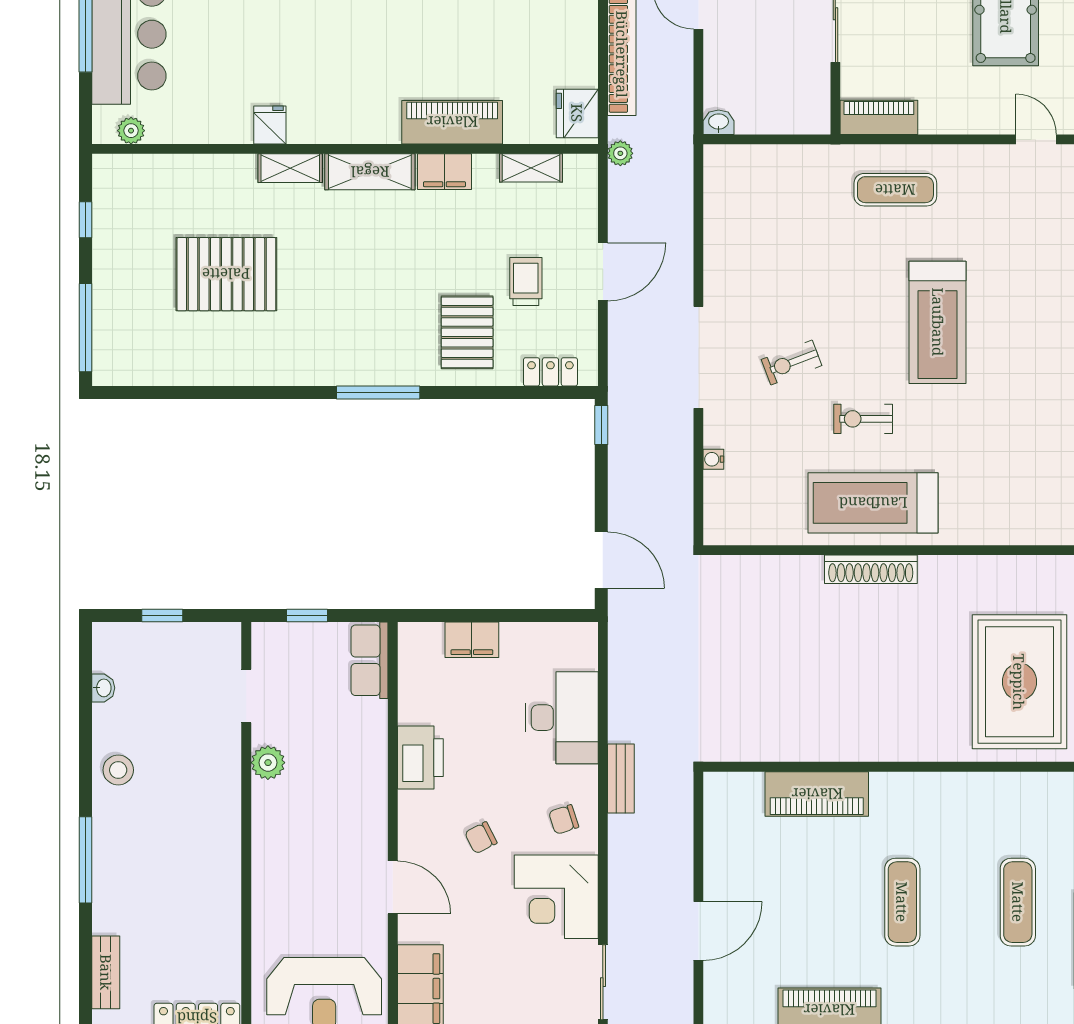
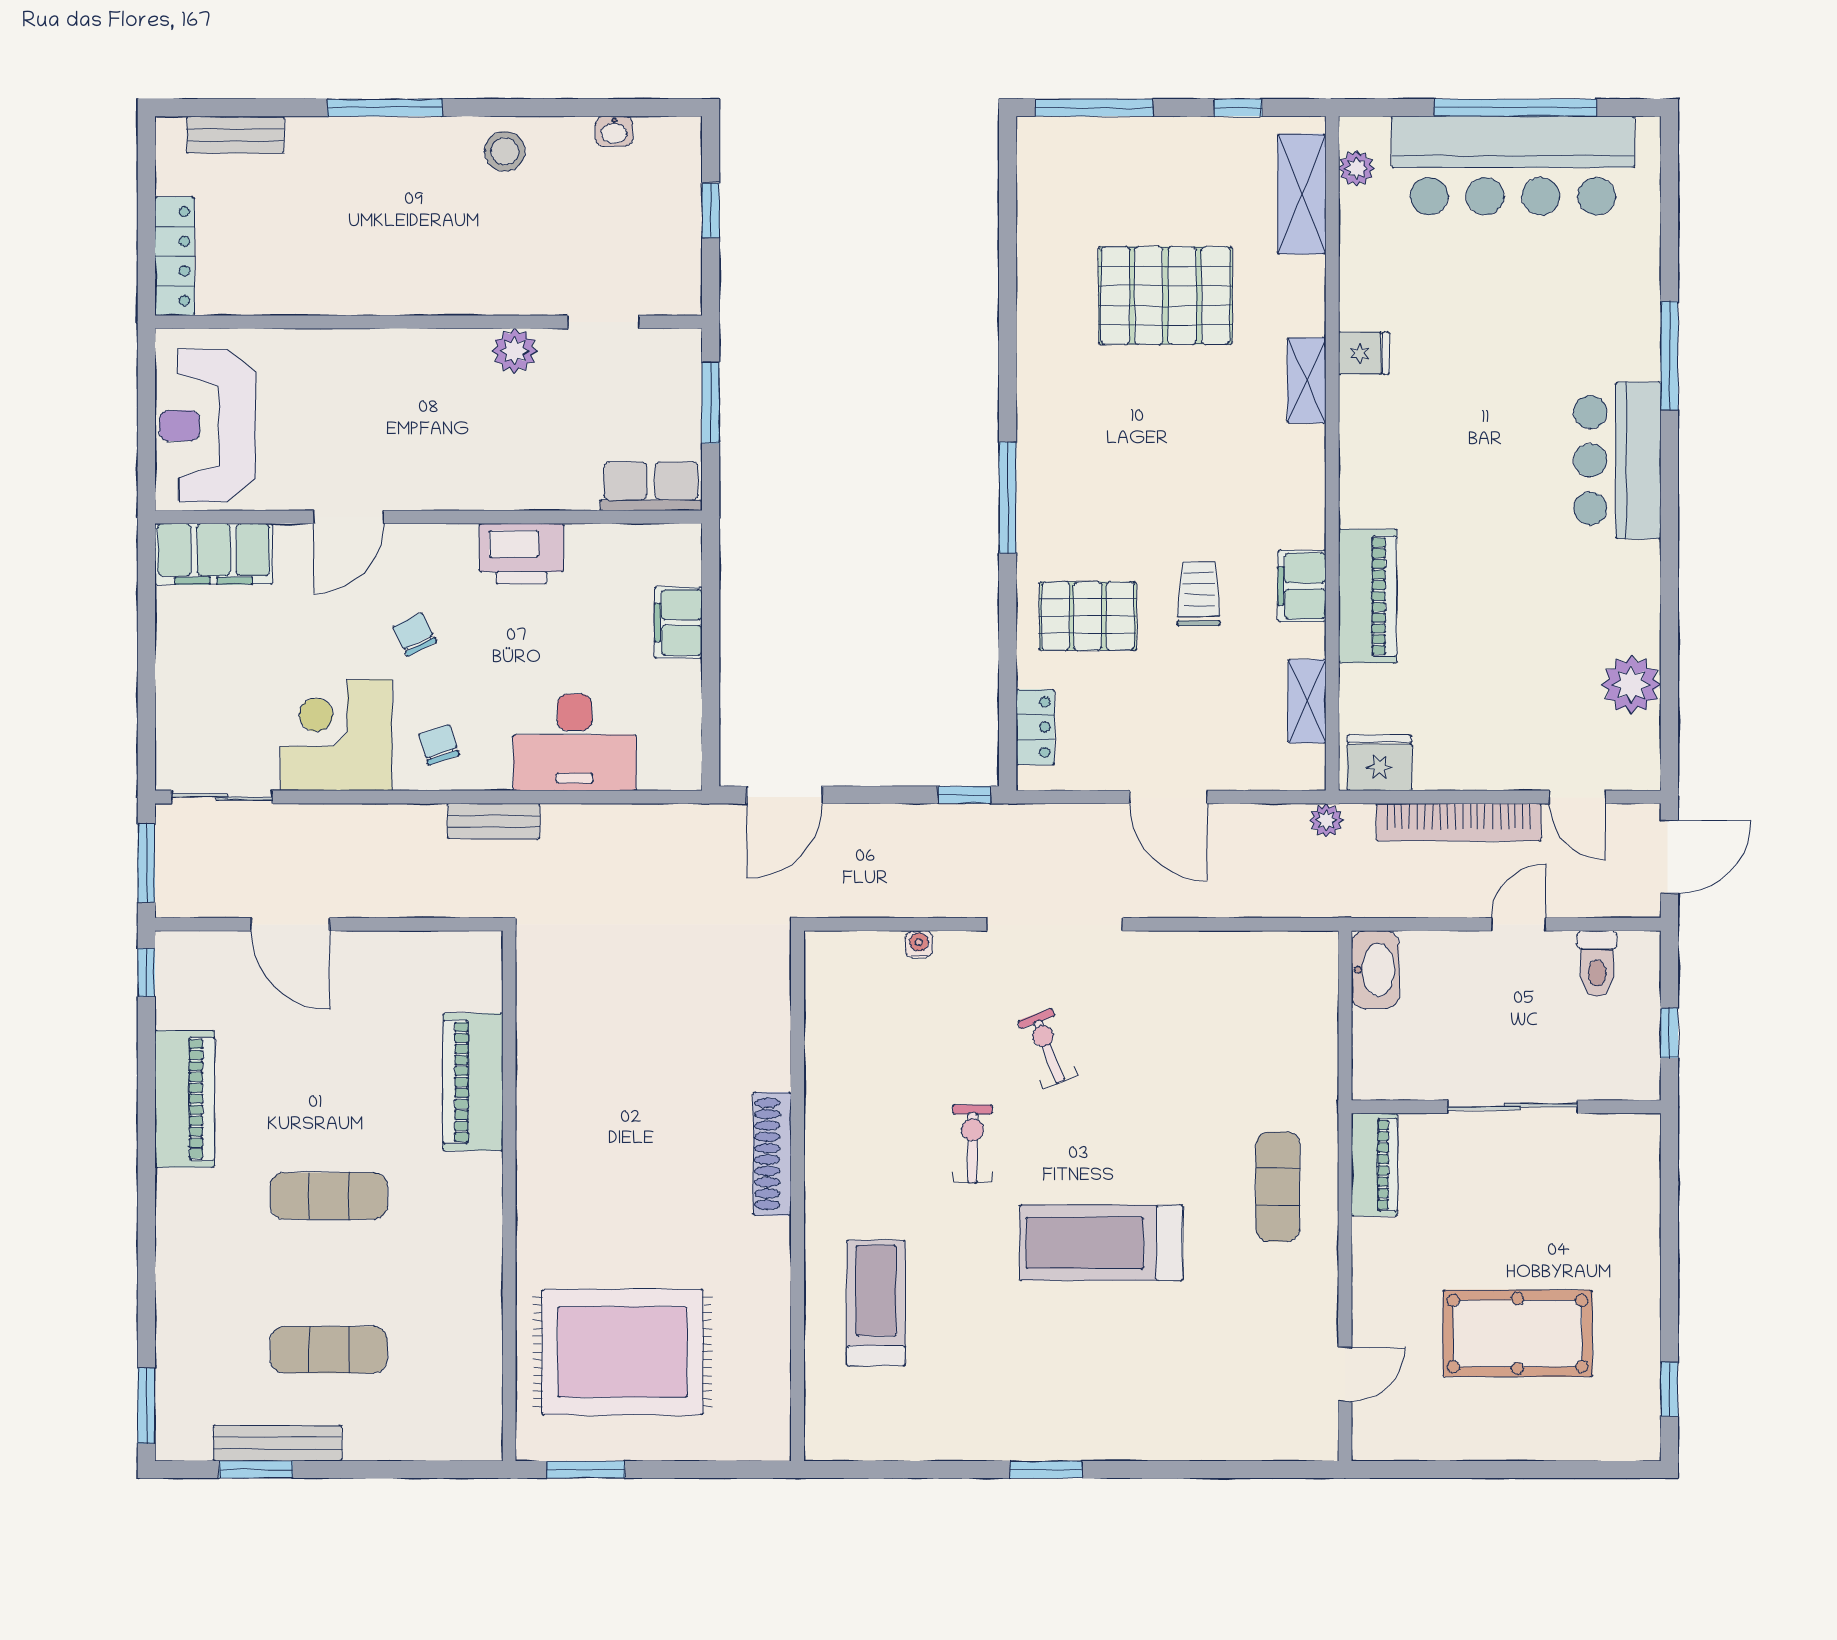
washbasin: (719, 122) -> (1375, 970), width x1.91, depth x1.45
shelving: (370, 172) -> (1302, 194), moved
pallet: (226, 274) -> (1165, 295), turned 90
trolley: (526, 282) -> (1199, 594), moved, turned -90
treadmill: (873, 503) -> (876, 1303), moved, width x0.73, depth x0.73
window: (307, 615) -> (711, 403), width x1.50

